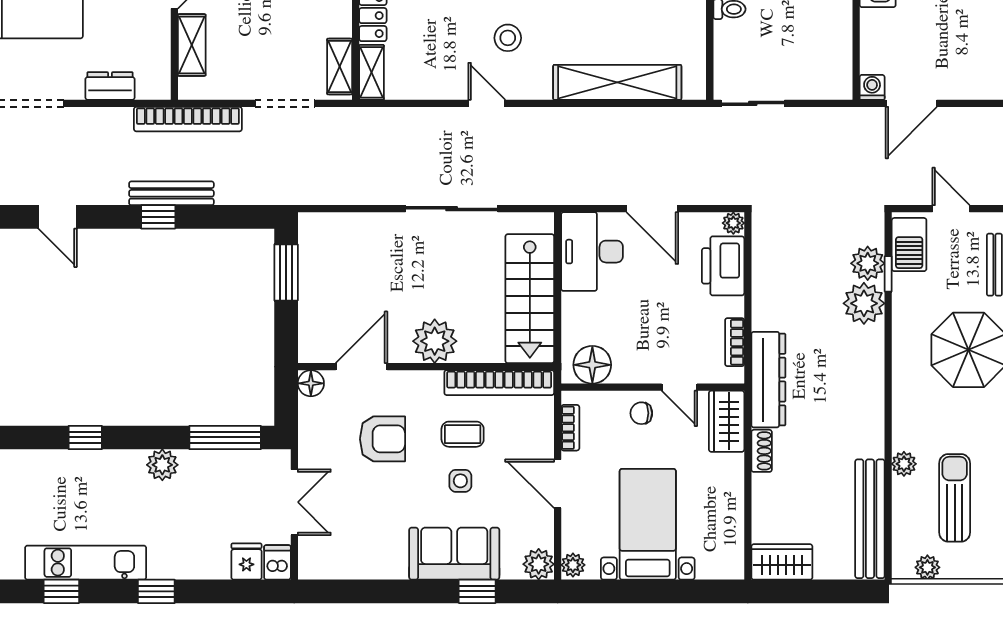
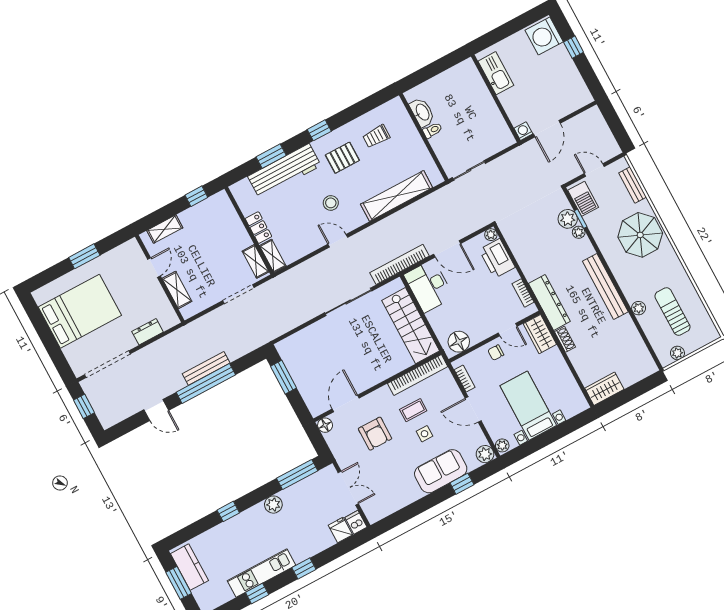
bookcase: (188, 119) -> (400, 264), moved, turned 180
window: (158, 217) -> (206, 383), width x3.17
plant: (864, 303) -> (579, 232), width x0.53, depth x0.53
plant: (435, 341) -> (375, 372), removed
armchair: (382, 439) -> (375, 434), turned 90
bench: (870, 519) -> (605, 286), moved

